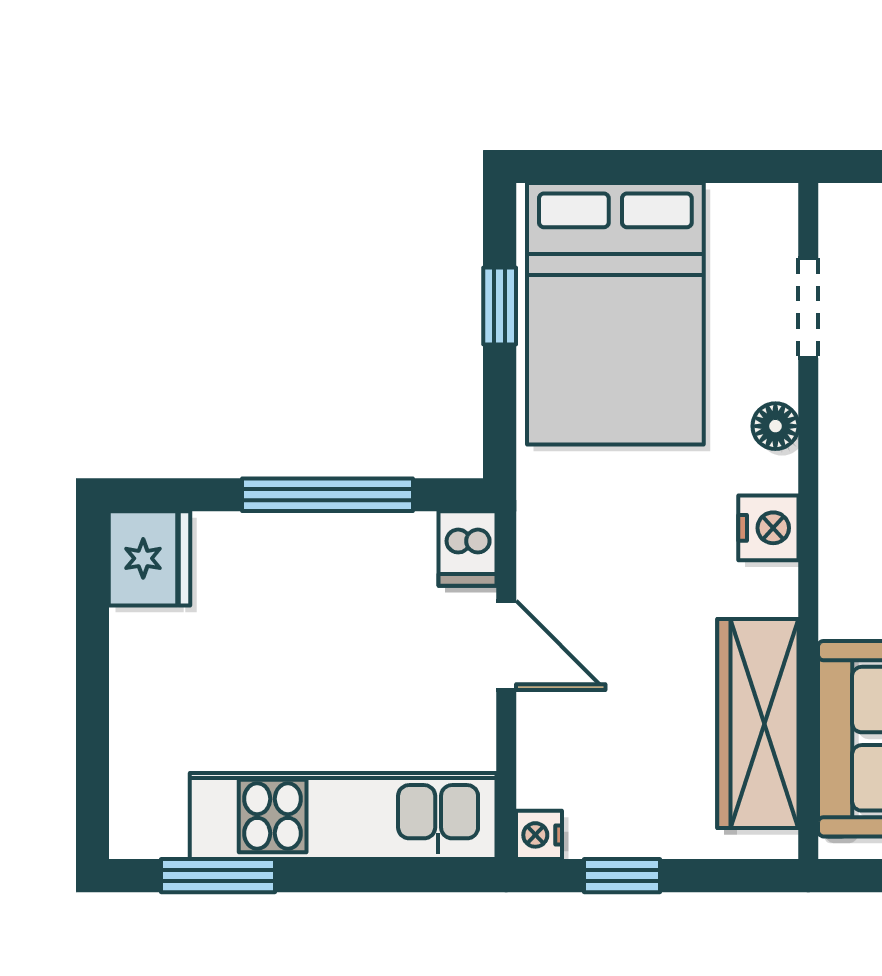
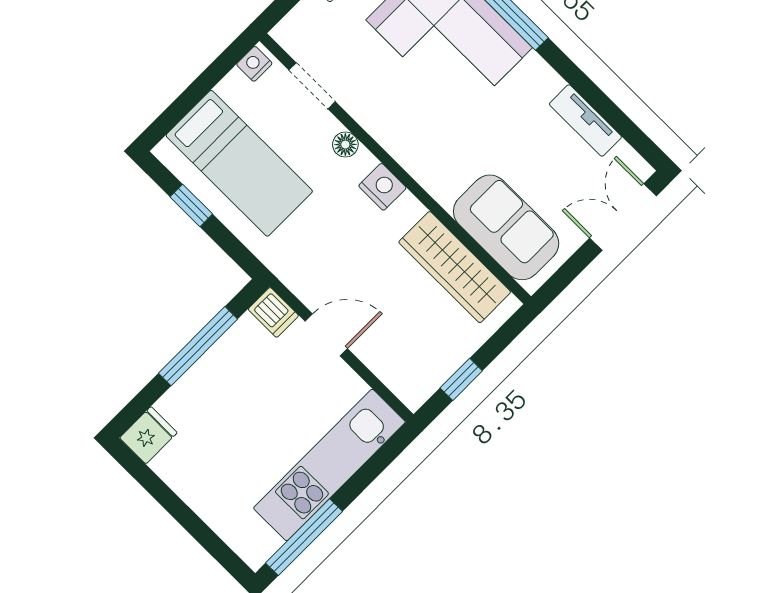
bed: (615, 314) -> (239, 163), width x0.67
fridge: (150, 558) -> (148, 435), width x0.72
nightstand: (539, 835) -> (254, 64), moved, turned 90
window: (218, 876) -> (304, 537), width x1.44

